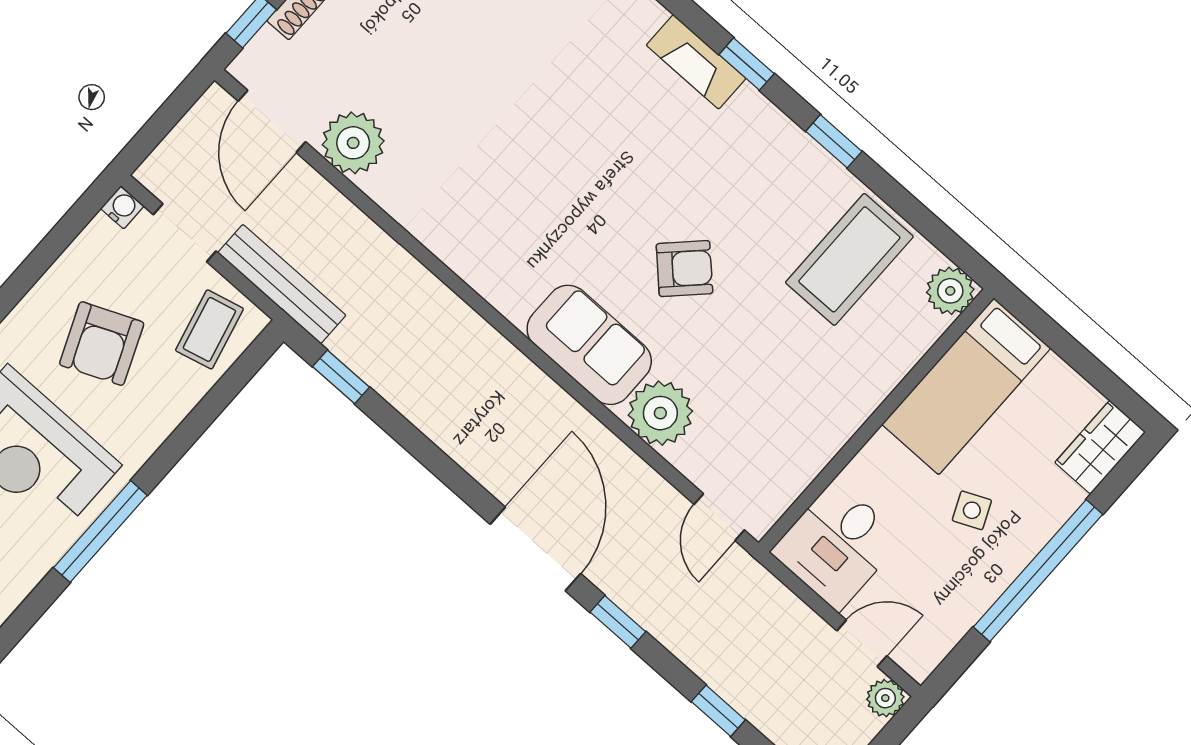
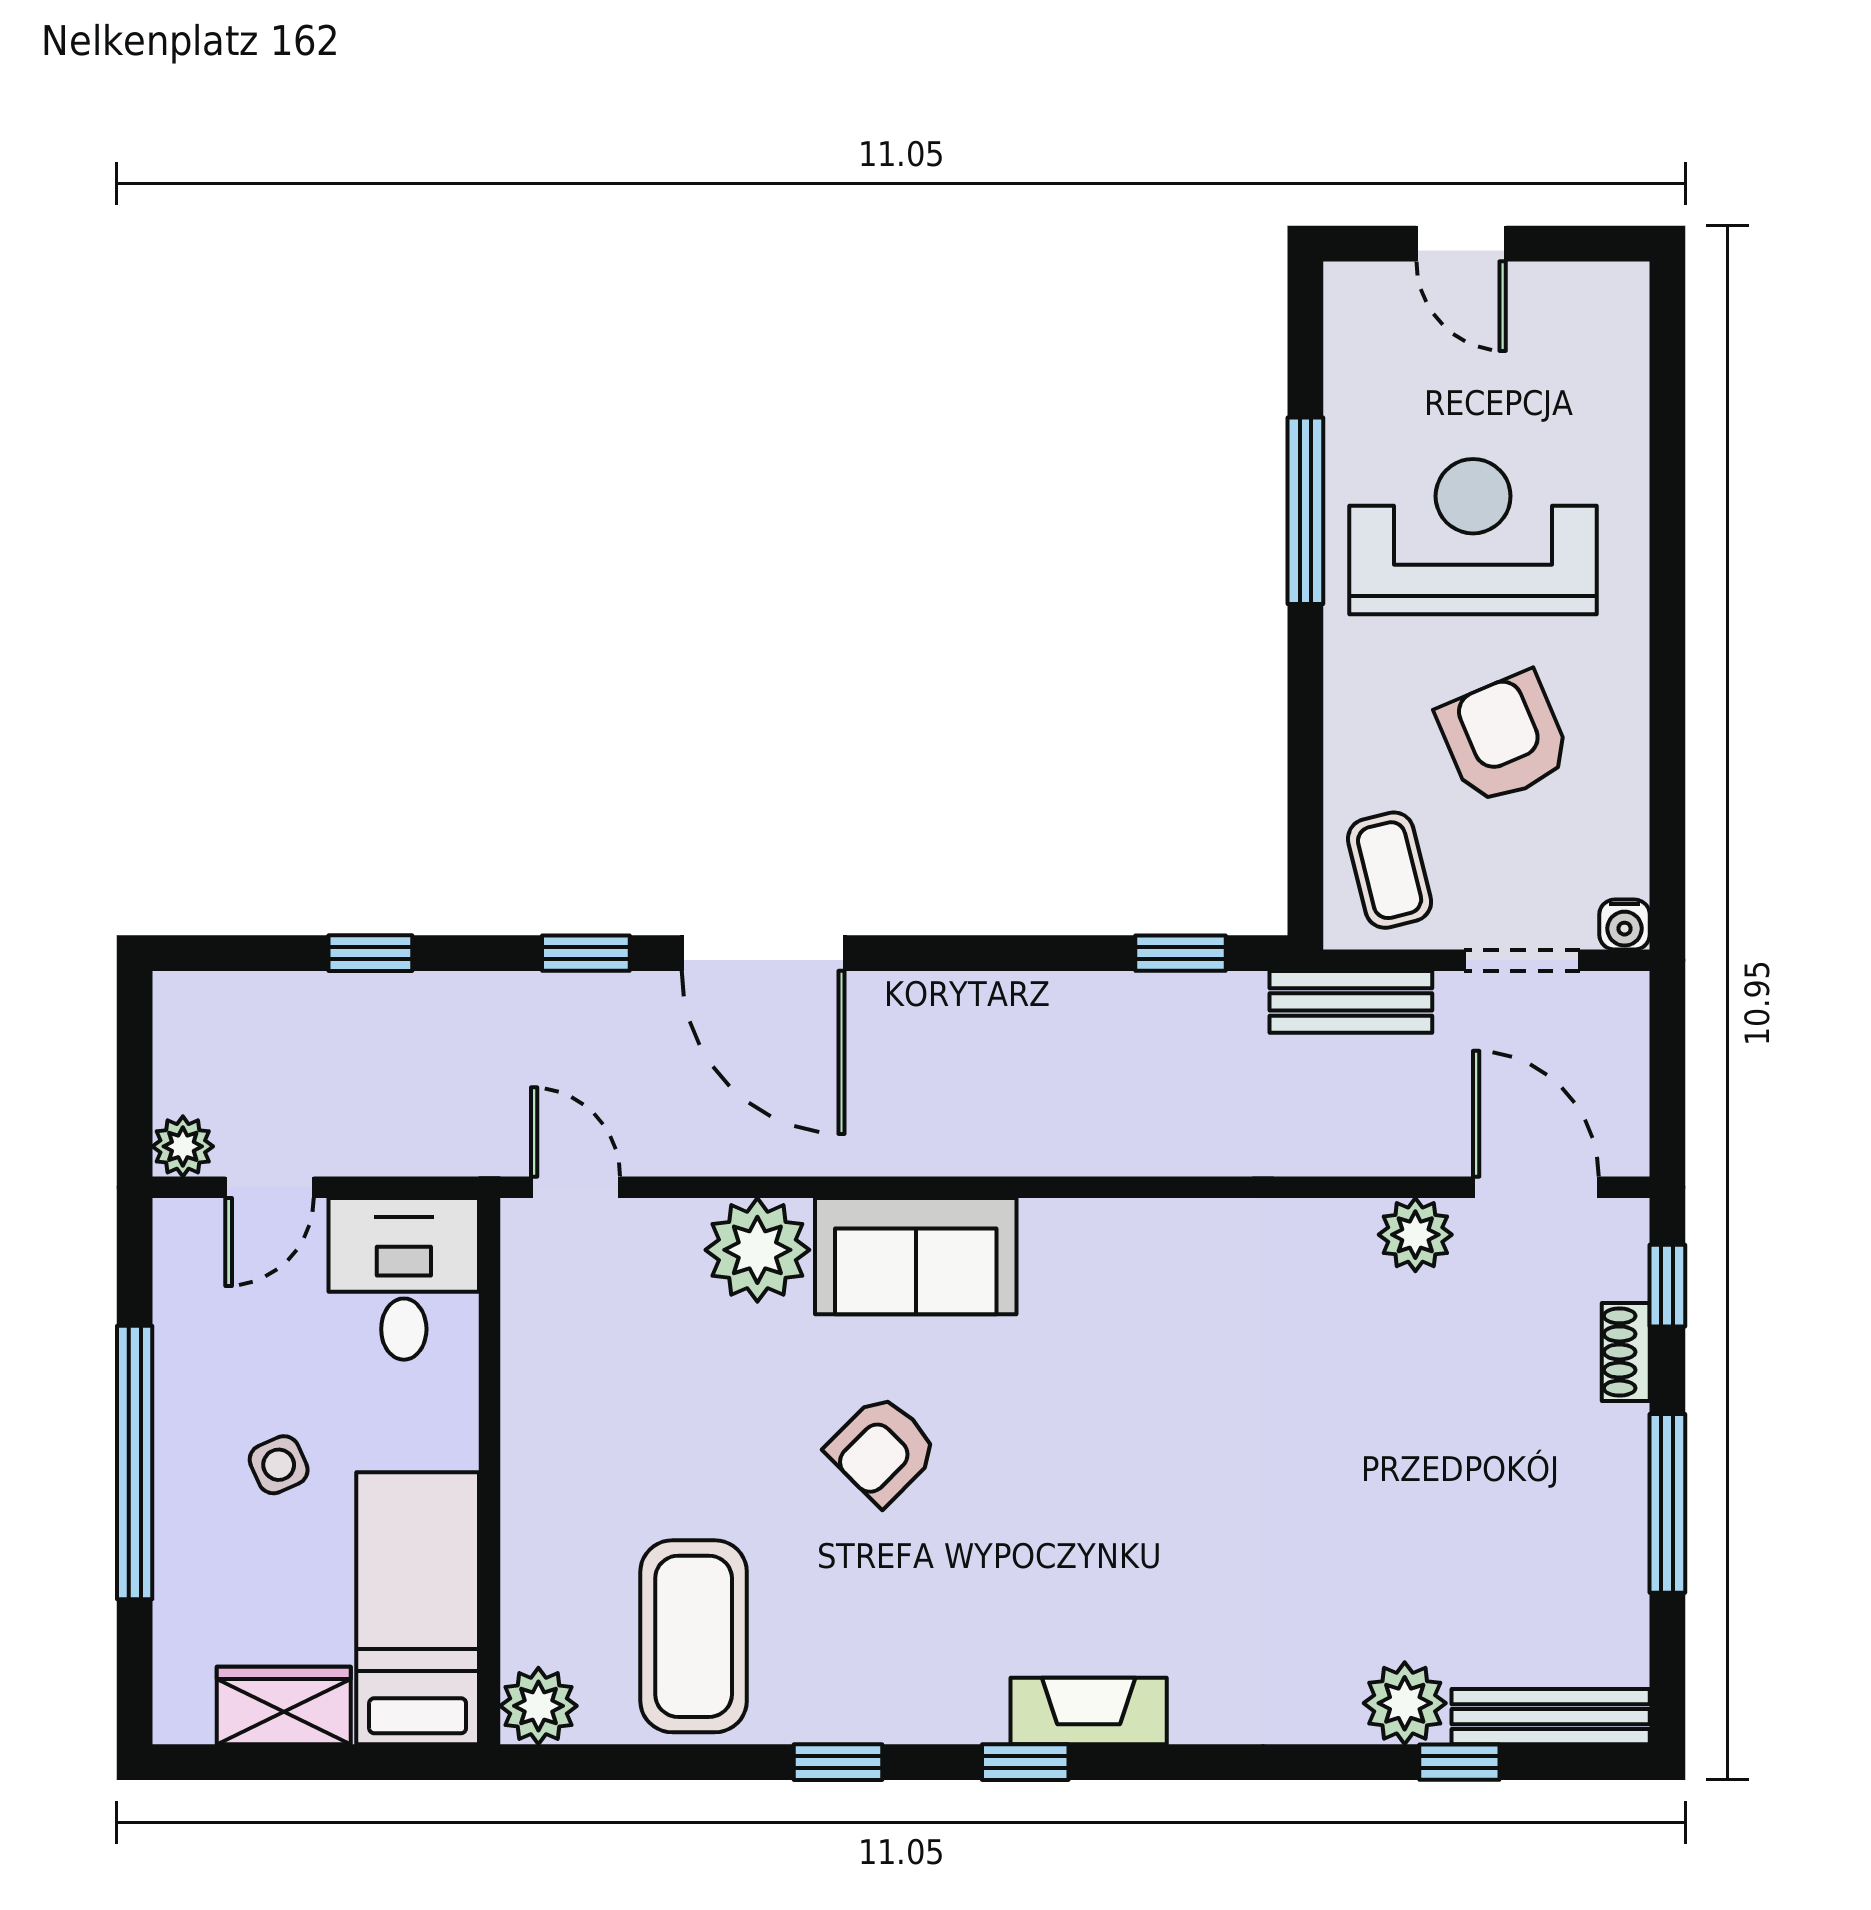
plant: (353, 143) -> (1415, 1235), width x0.73, depth x0.73
bench: (282, 284) -> (1351, 1002), width x0.73
wardrobe: (1100, 447) -> (284, 1706), moved, turned -90

